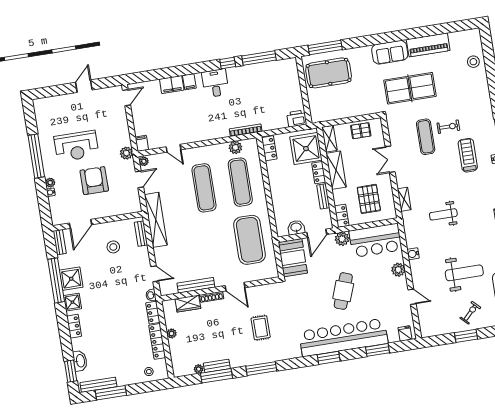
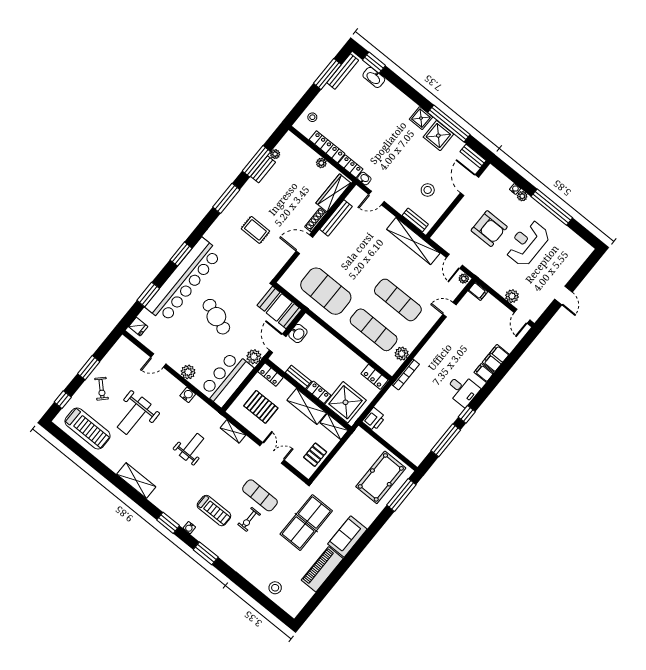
plant: (126, 153) -> (512, 296), moved
wardrobe: (188, 304) -> (333, 193), width x1.50
locker: (74, 326) -> (403, 100), removed

